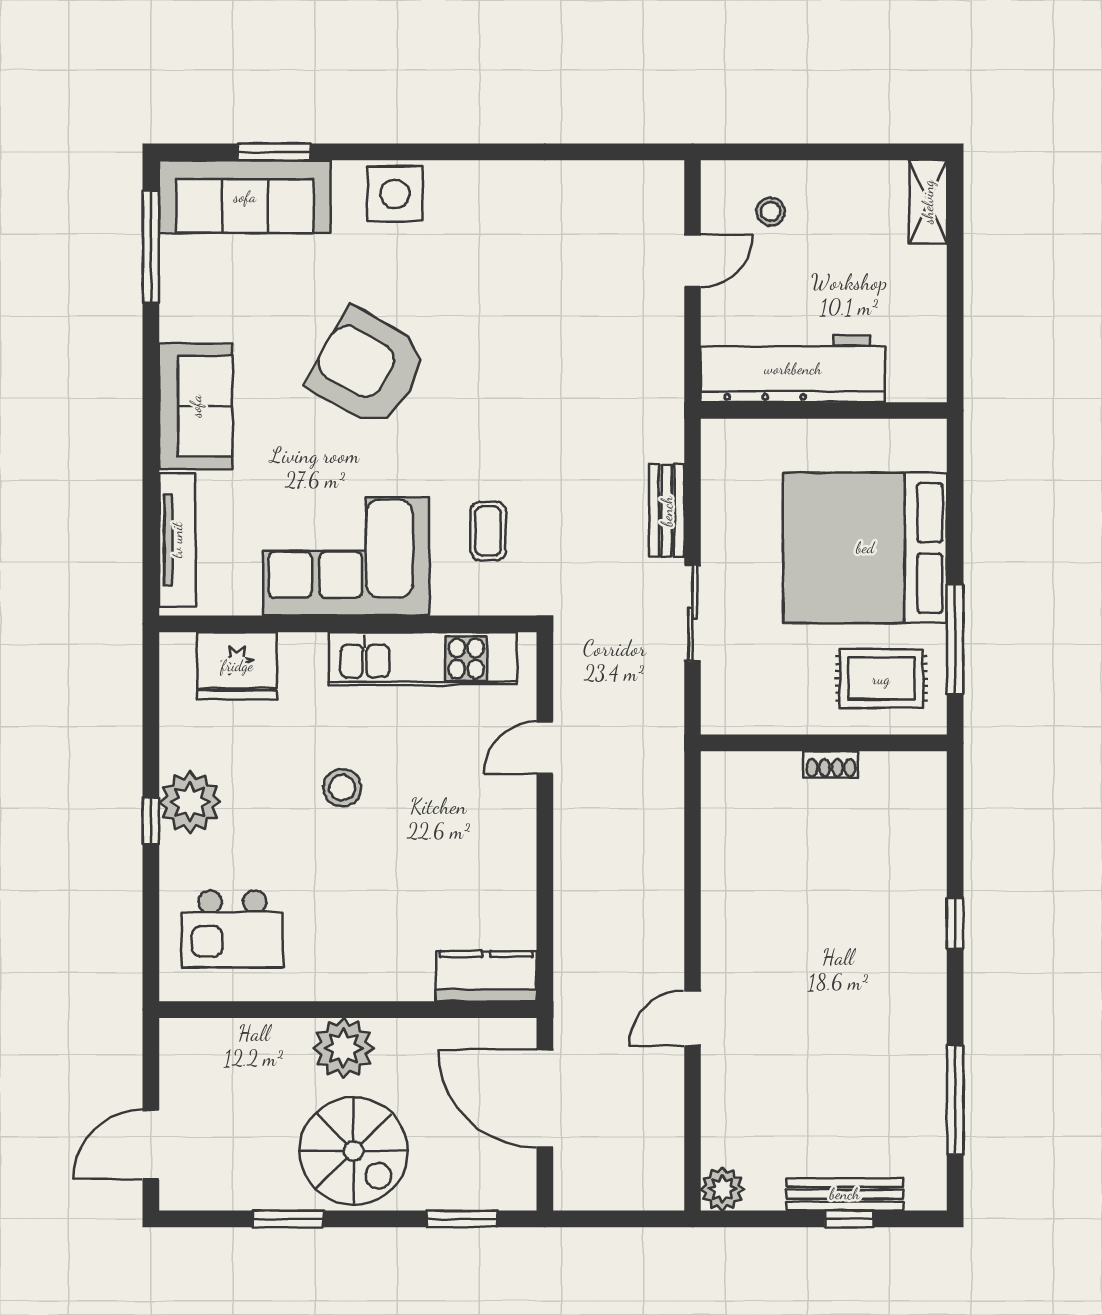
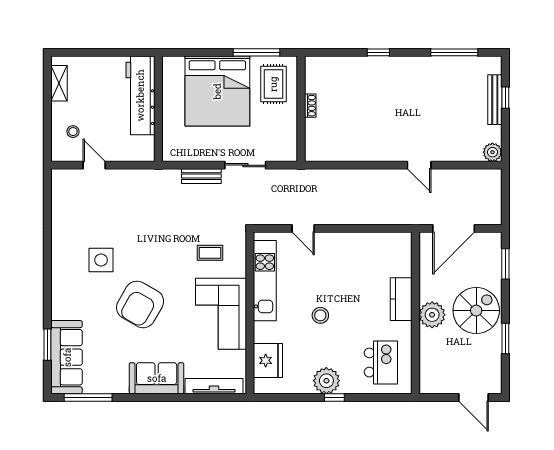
side table: (395, 194) -> (101, 260), moved
shelving: (928, 202) -> (59, 83), moved, turned 90
workbench: (793, 369) -> (140, 95), moved
kitchen counter: (486, 976) -> (401, 299), moved

